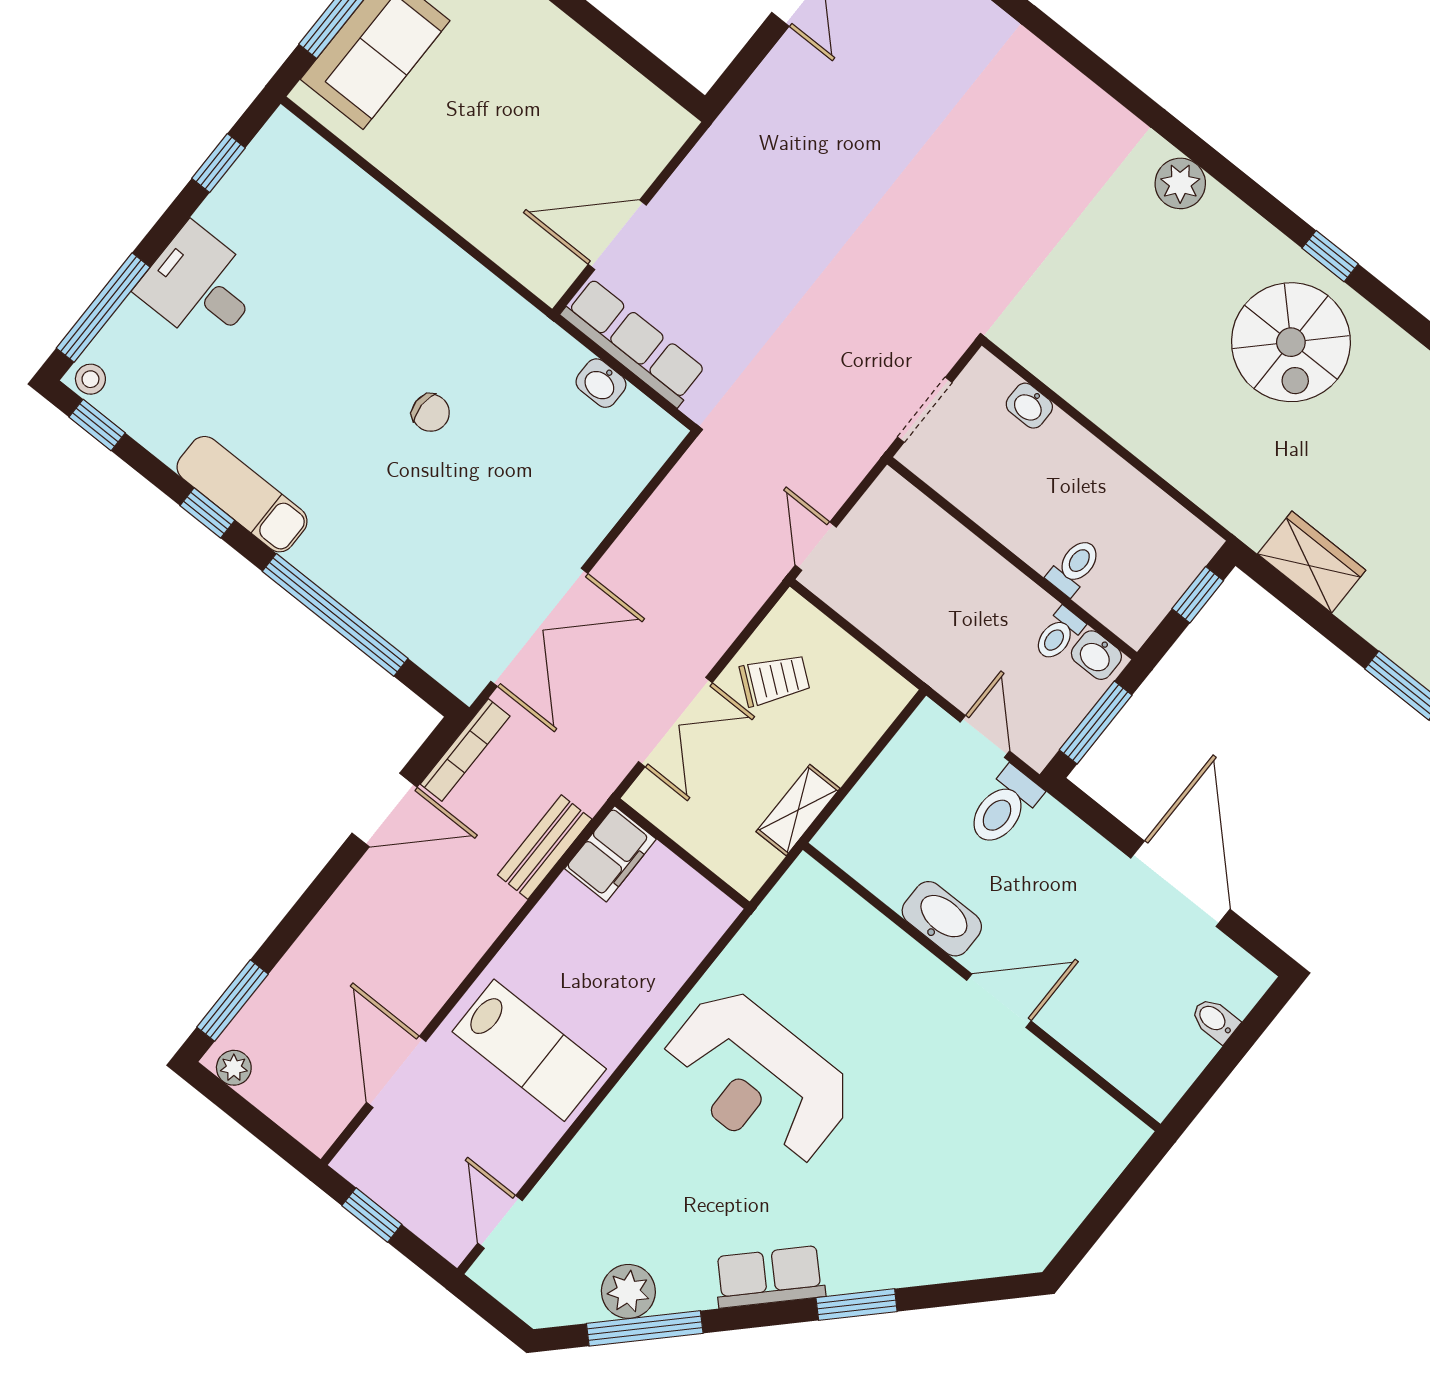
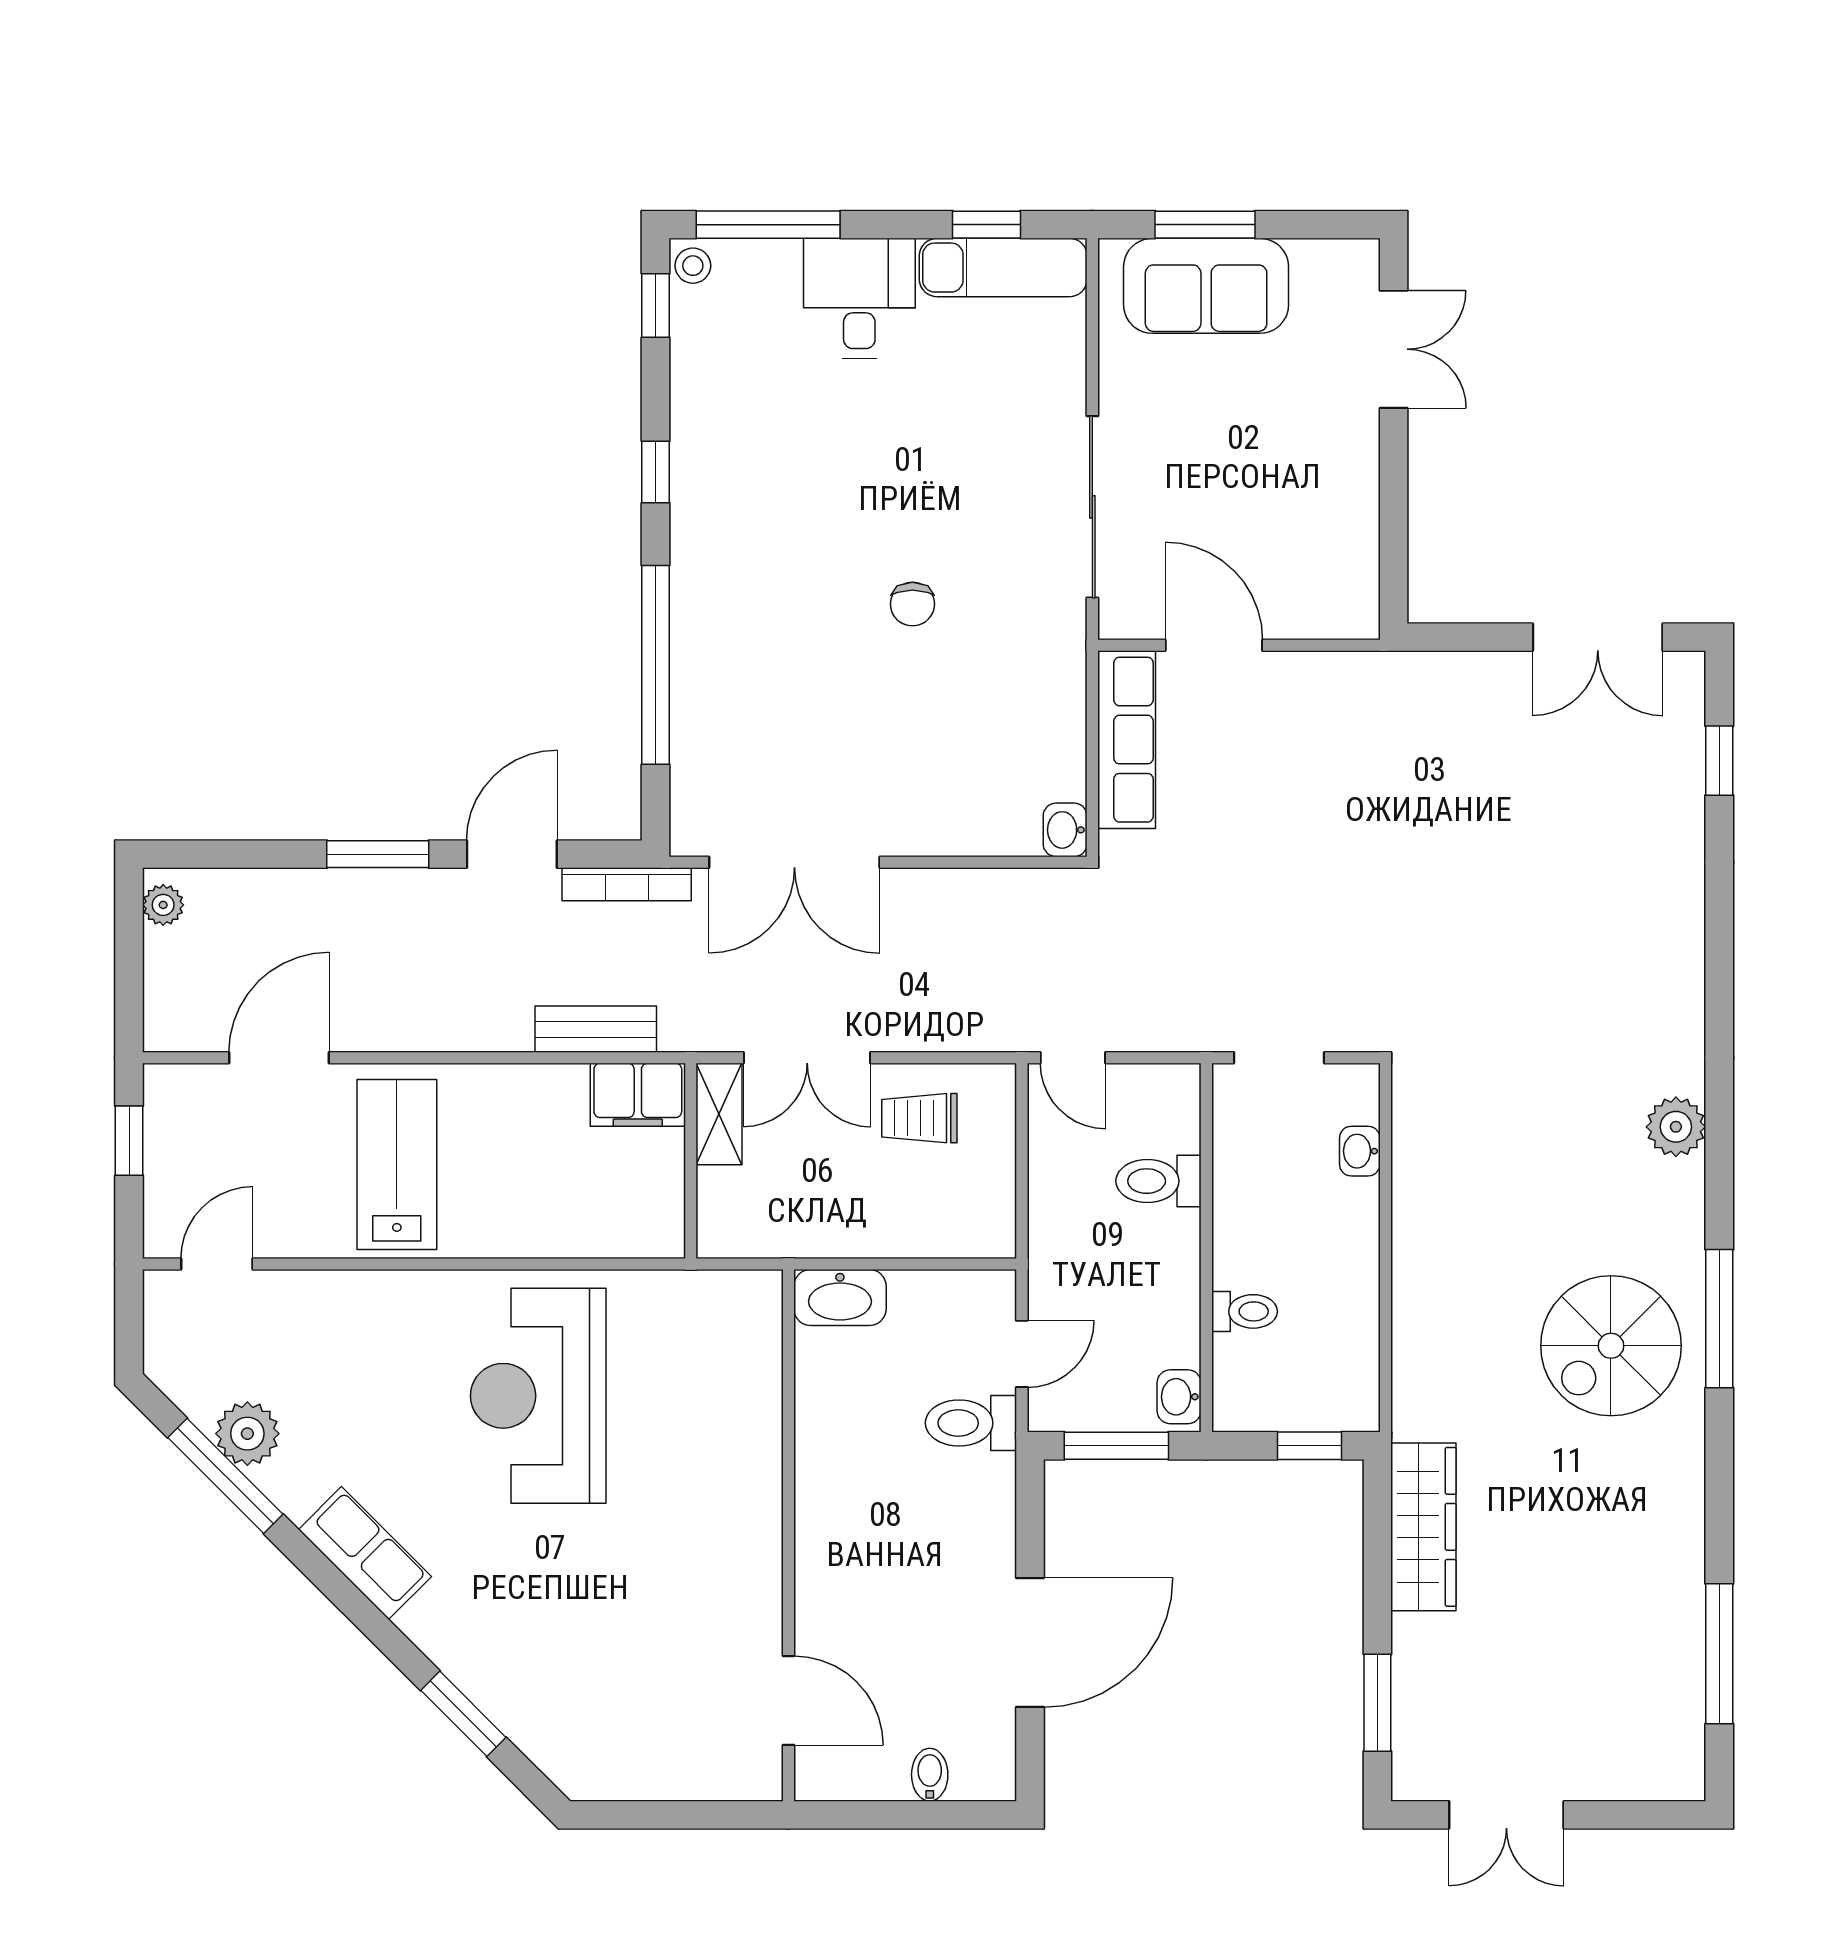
sliding door: (461, 242) -> (1092, 507), added
window: (1330, 256) -> (1719, 1319), width x2.17
washbasin: (601, 383) -> (1065, 830), moved
exam couch: (242, 494) -> (1003, 268), moved, turned 90
door: (816, 546) -> (1073, 1058), swing flipped
wardrobe: (1312, 562) -> (1423, 1527), width x1.50
toilet: (1059, 634) -> (1158, 1181), moved, width x1.37, depth x1.39
trolley: (775, 680) -> (919, 1118), turned 142
door: (384, 810) -> (512, 854), swing flipped
shelving: (798, 810) -> (719, 1114), moved, turned 90
washbasin: (942, 919) -> (840, 1298), moved, turned 90
window: (232, 1001) -> (378, 854), moved
door: (999, 1001) -> (788, 1701), moved
lab bench: (529, 1050) -> (397, 1165), turned 180
window: (857, 1305) -> (463, 1714), moved

